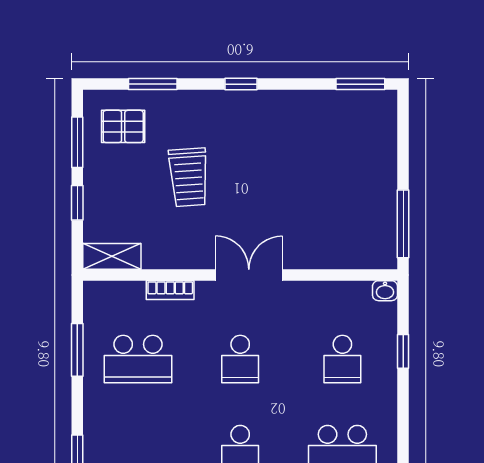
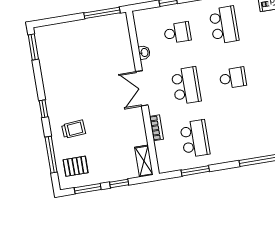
window: (153, 84) -> (51, 155), width x1.44
pallet: (123, 126) -> (76, 166), turned 90
trolley: (189, 177) -> (74, 129), moved, width x0.73, depth x0.72
washbasin: (385, 291) -> (144, 53), moved
school desk: (240, 359) -> (186, 86), width x1.85

